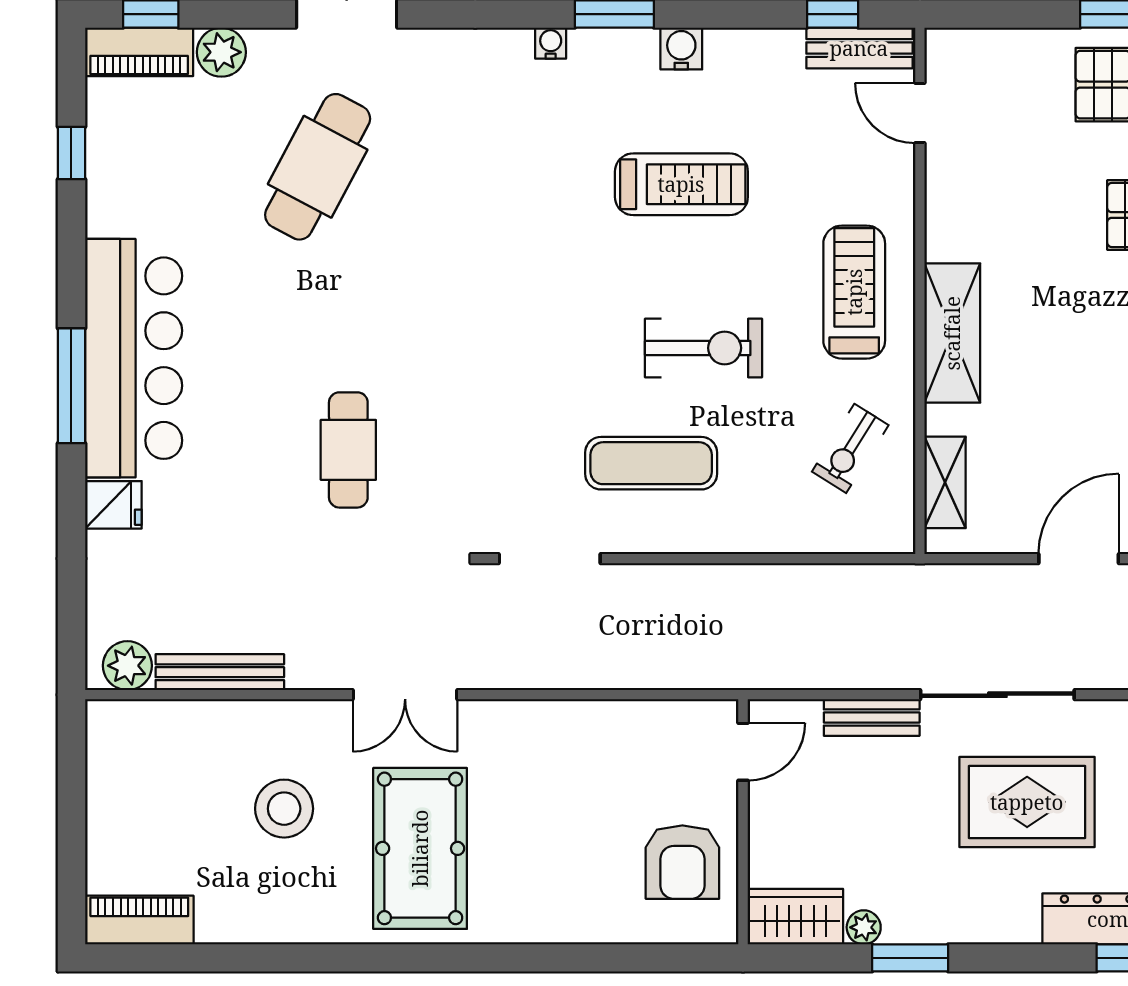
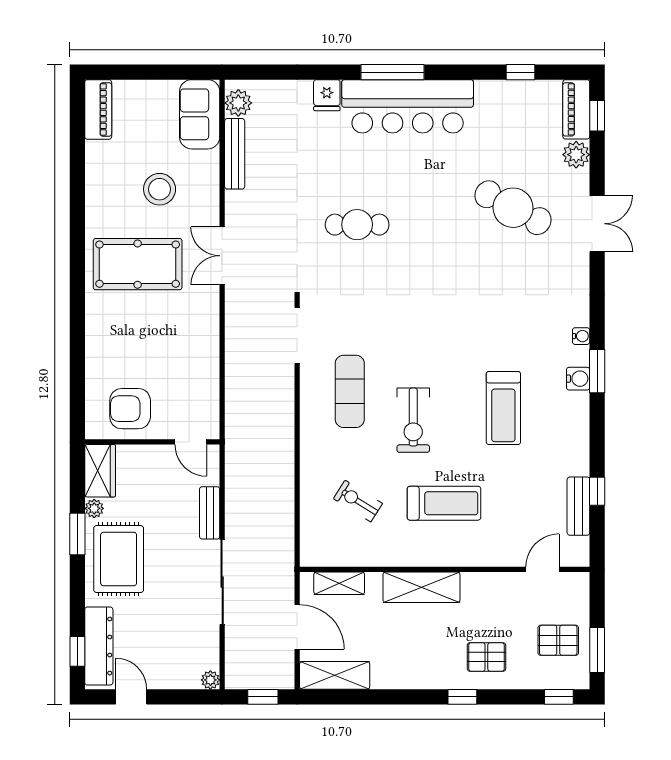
water cooler: (681, 49) -> (578, 379), moved
door: (920, 113) -> (543, 569), moved
wall: (920, 291) -> (445, 569), moved
shelving: (952, 333) -> (421, 587), moved
shelving: (945, 482) -> (339, 583), moved
sofa: (148, 736) -> (200, 114), added
rug: (1027, 802) -> (119, 559), moved

